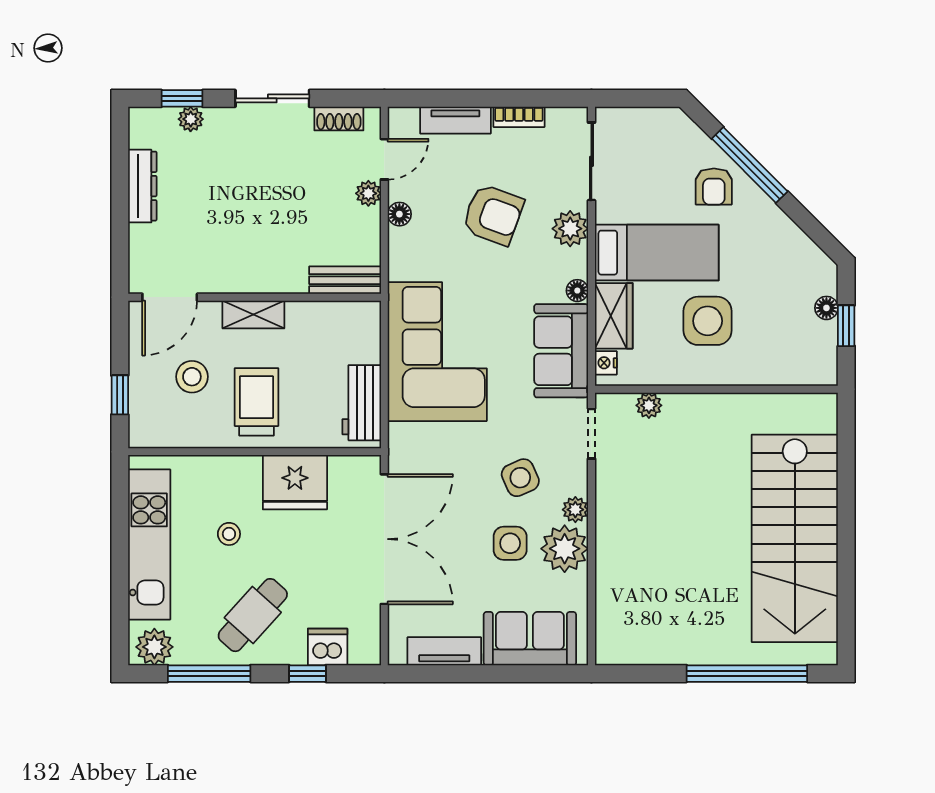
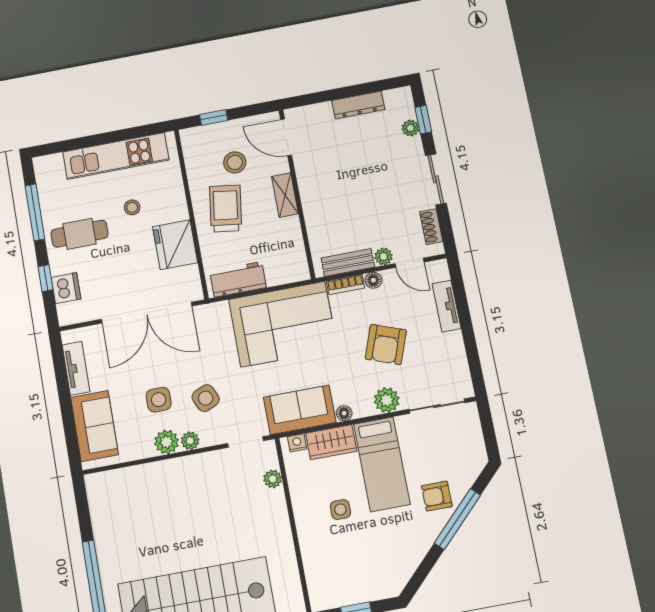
bookcase: (519, 117) -> (346, 284), moved, turned -90
bench: (345, 280) -> (348, 263), moved, turned 90
floor lamp: (826, 308) -> (366, 594), removed
side table: (708, 321) -> (340, 510), width x0.54, depth x0.54
trolley: (256, 402) -> (226, 208), turned -82
plant: (565, 549) -> (167, 442), width x0.73, depth x0.73
cafe table: (253, 615) -> (80, 234), turned -42
plant: (154, 647) -> (47, 173), removed

